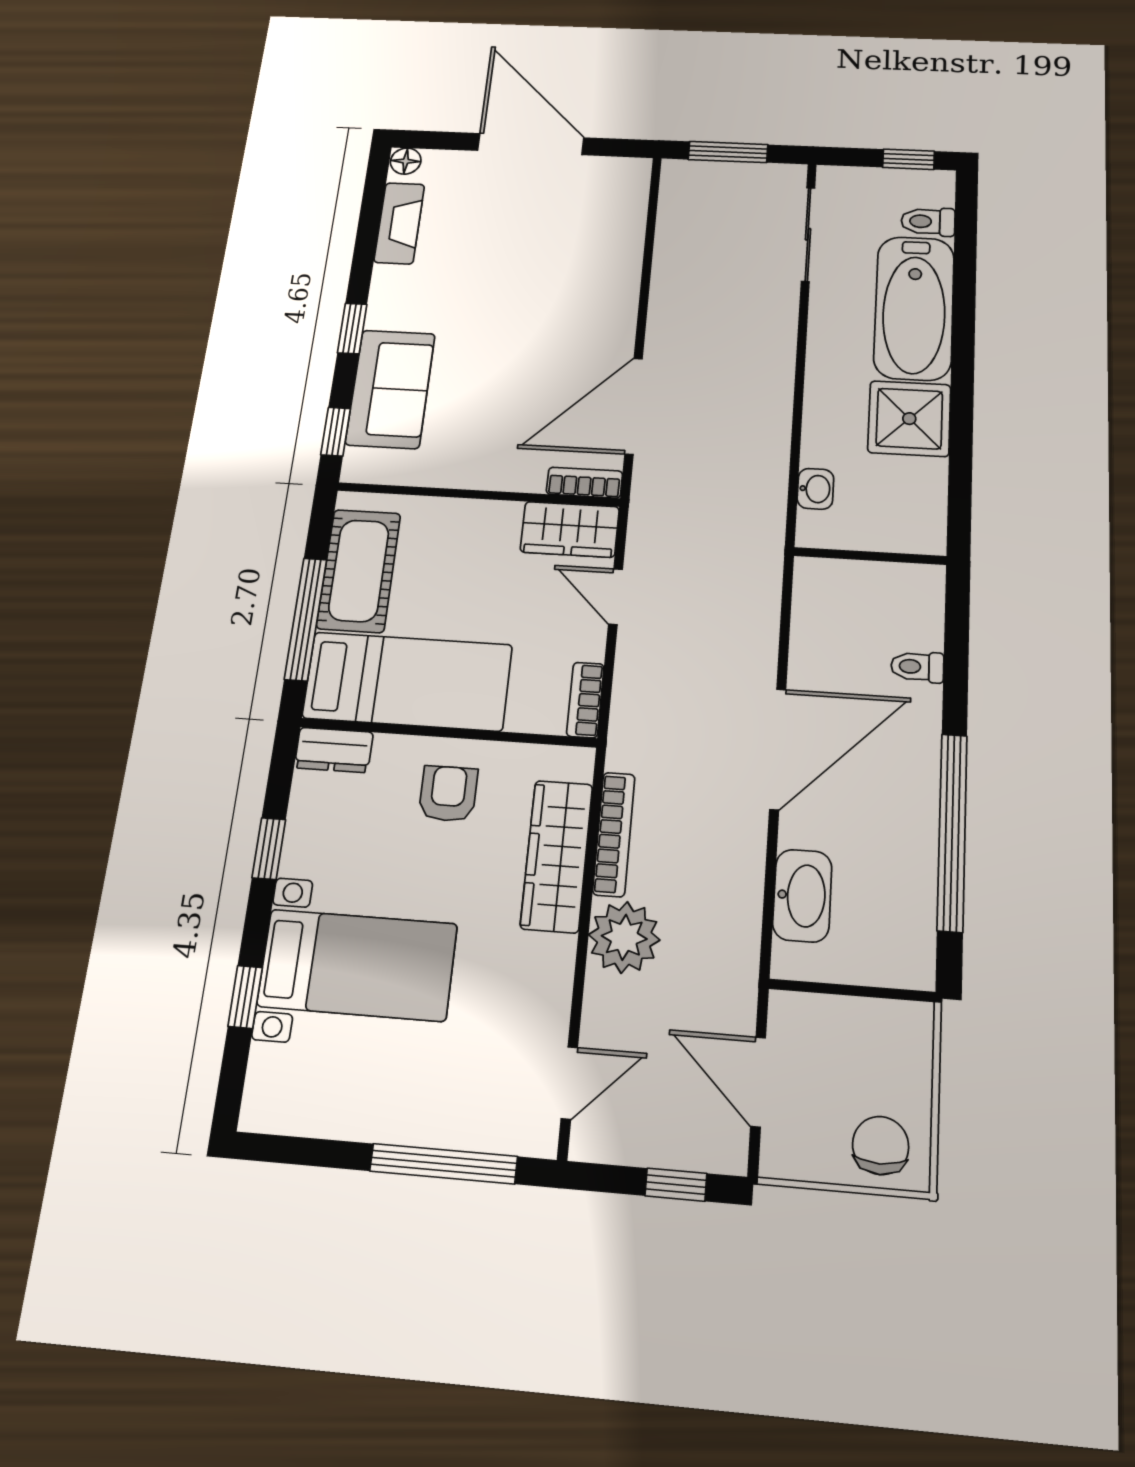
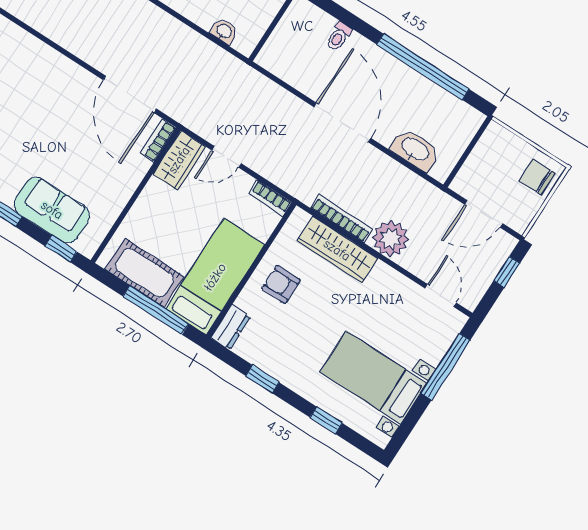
bed with nightstands: (357, 965) -> (373, 378), moved, turned -90

